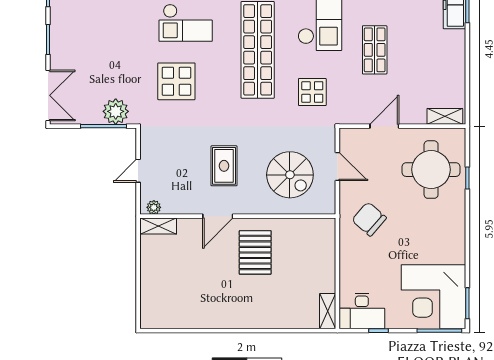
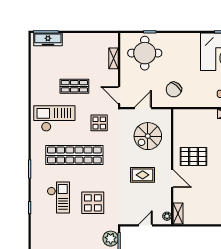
shelving: (445, 116) -> (113, 58), moved
door: (384, 126) -> (119, 95), moved
door: (138, 171) -> (145, 225), swing flipped
spiral stairs: (290, 175) -> (148, 136), turned 180

